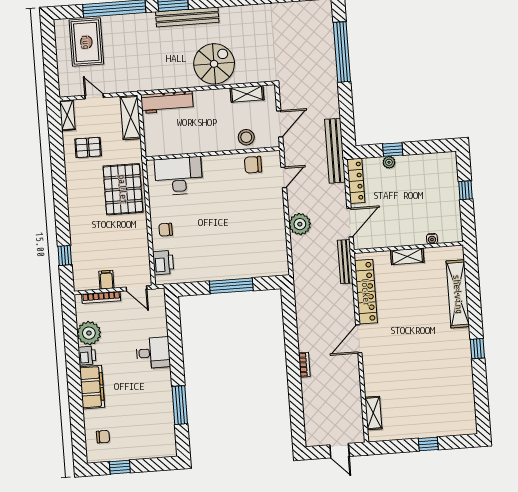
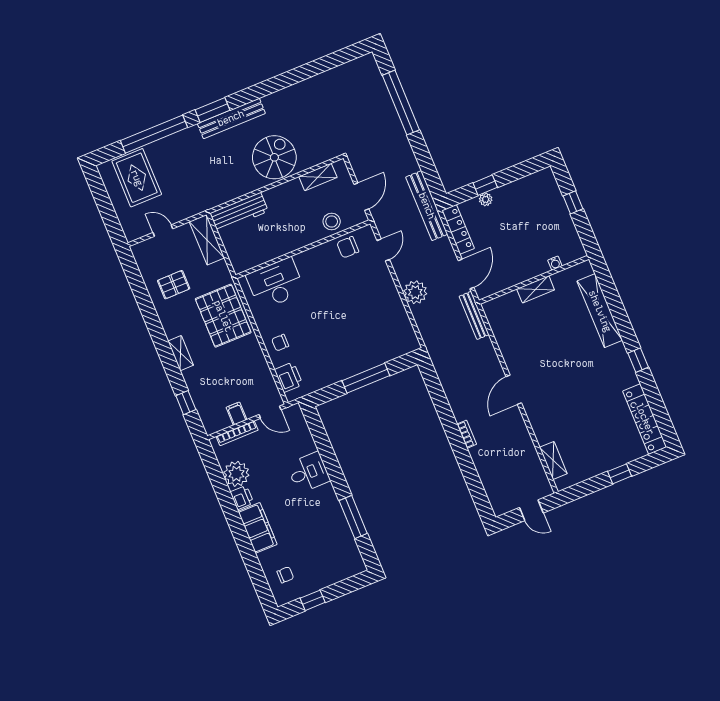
shelving: (67, 115) -> (181, 353), moved
locker: (366, 292) -> (645, 419), moved, turned 180

